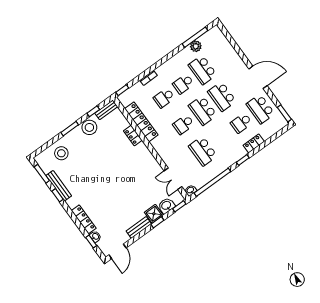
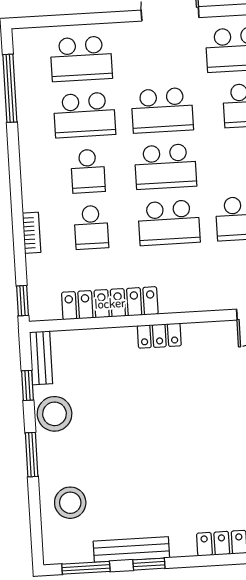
plant: (196, 46) -> (29, 98), removed
school desk: (222, 56) -> (81, 59), added
school desk: (183, 124) -> (169, 223), width x1.85
locker: (133, 135) -> (159, 336), moved

